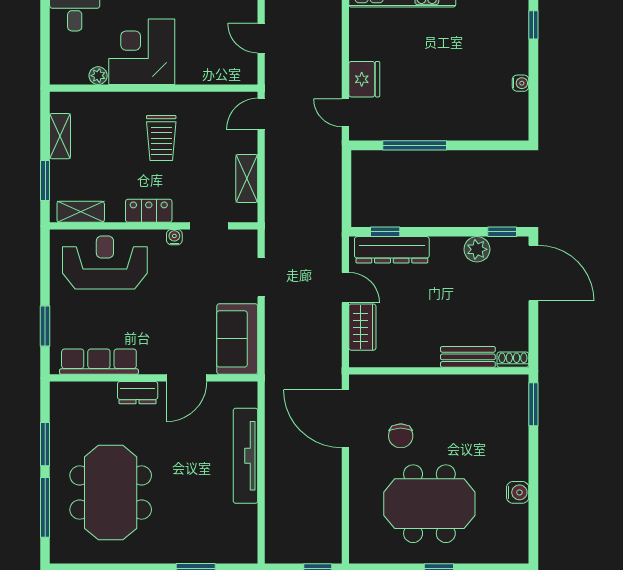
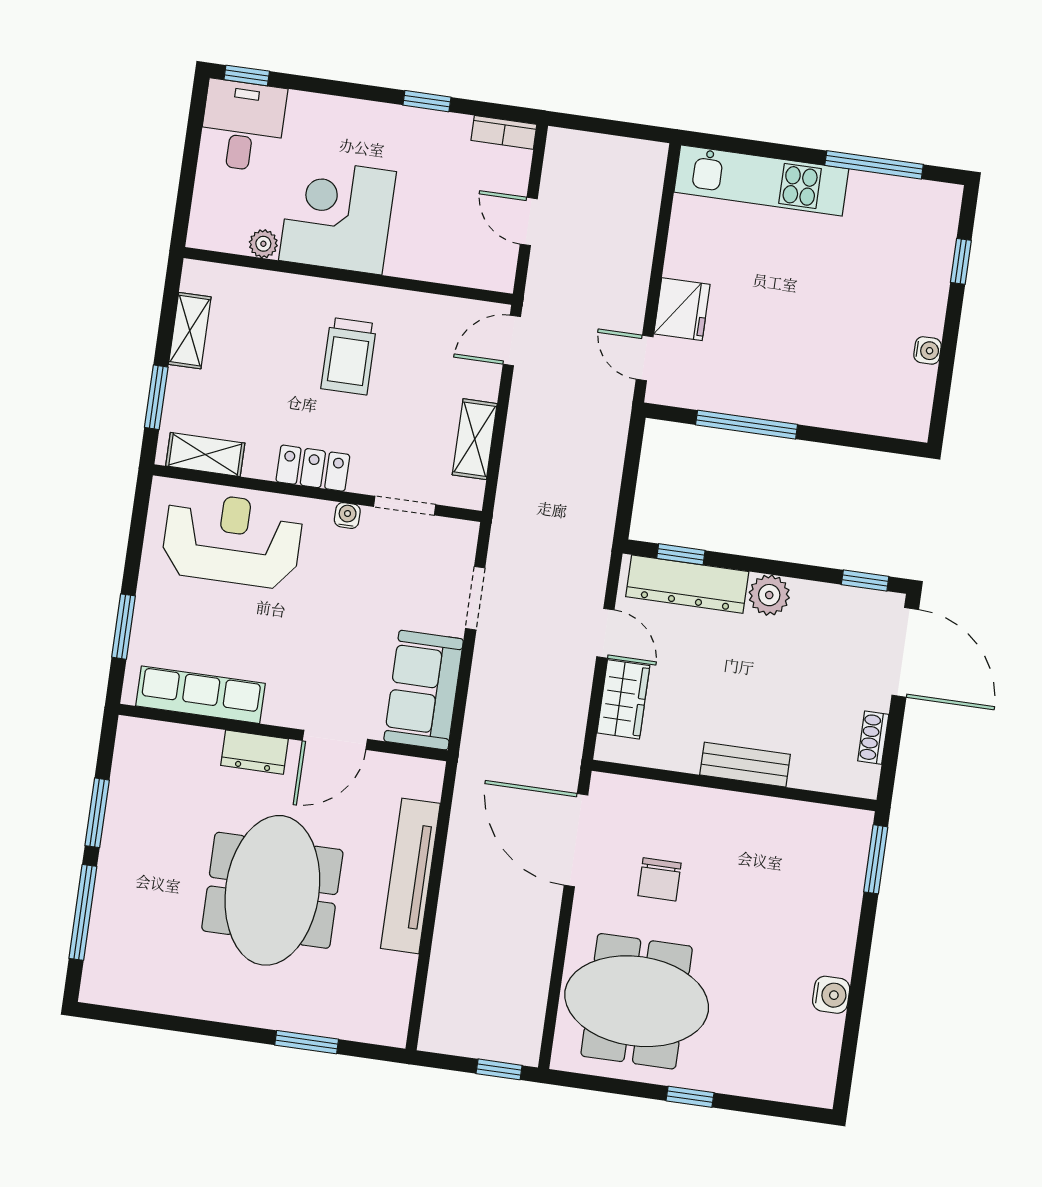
plant: (477, 249) -> (769, 595), moved
bench: (468, 357) -> (745, 765), moved
shoe rack: (513, 360) -> (873, 738), moved, turned -90
meeting table: (111, 493) -> (272, 890), moved
meeting table: (429, 504) -> (637, 1001), moved

